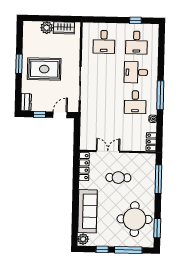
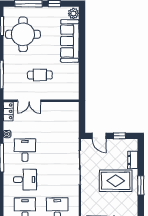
dresser: (26, 102) -> (133, 160), moved
door: (60, 115) -> (99, 136), hinge flipped
double door: (108, 151) -> (29, 101), moved
locker: (84, 167) -> (74, 85), removed

